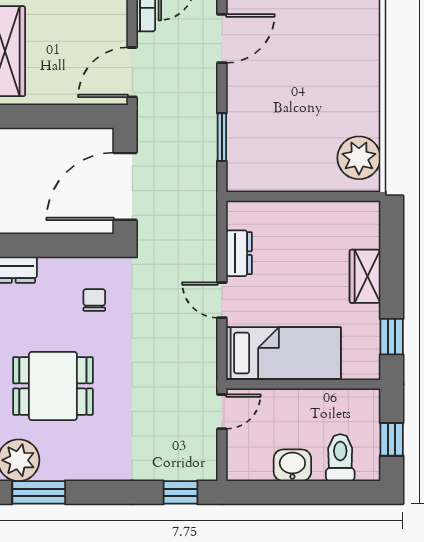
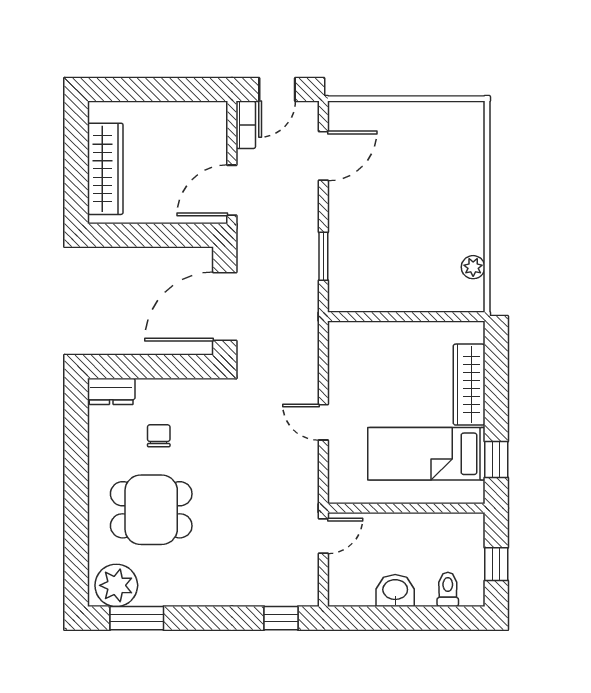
plant: (359, 158) -> (473, 267), width x0.53, depth x0.53
dresser: (239, 253) -> (341, 375), removed
wardrobe: (365, 276) -> (469, 385), width x1.50
chair: (94, 300) -> (159, 436), moved
bed: (284, 353) -> (426, 454), moved, turned 180
toilet: (340, 458) -> (448, 589), width x0.73, depth x0.72

